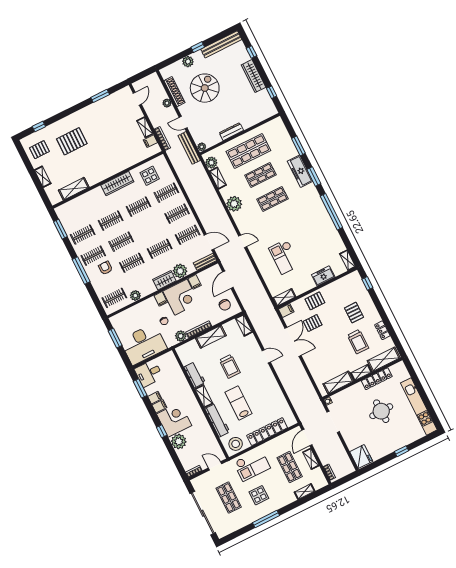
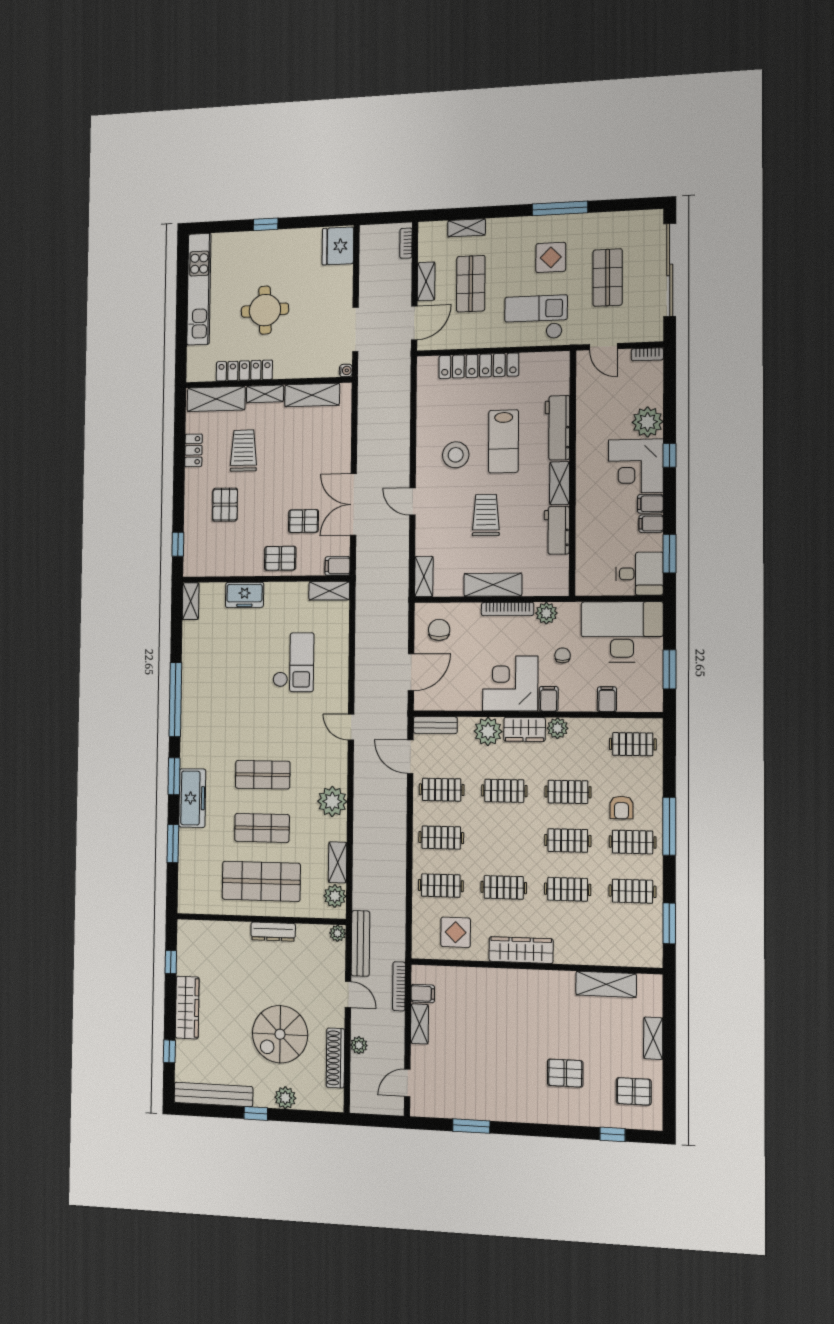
pallet: (72, 141) -> (565, 1073), width x0.67, depth x0.71
filing cabinet: (195, 282) -> (607, 699), moved
plant: (135, 296) -> (558, 728), moved
stool: (236, 444) -> (456, 455), moved

